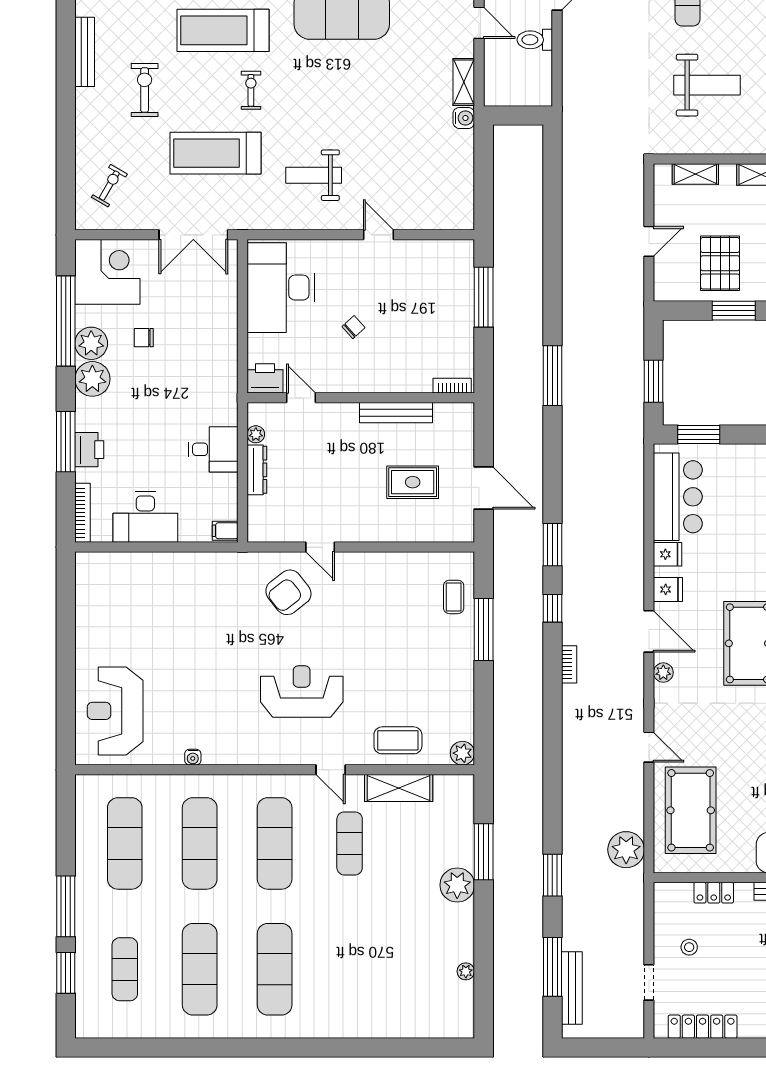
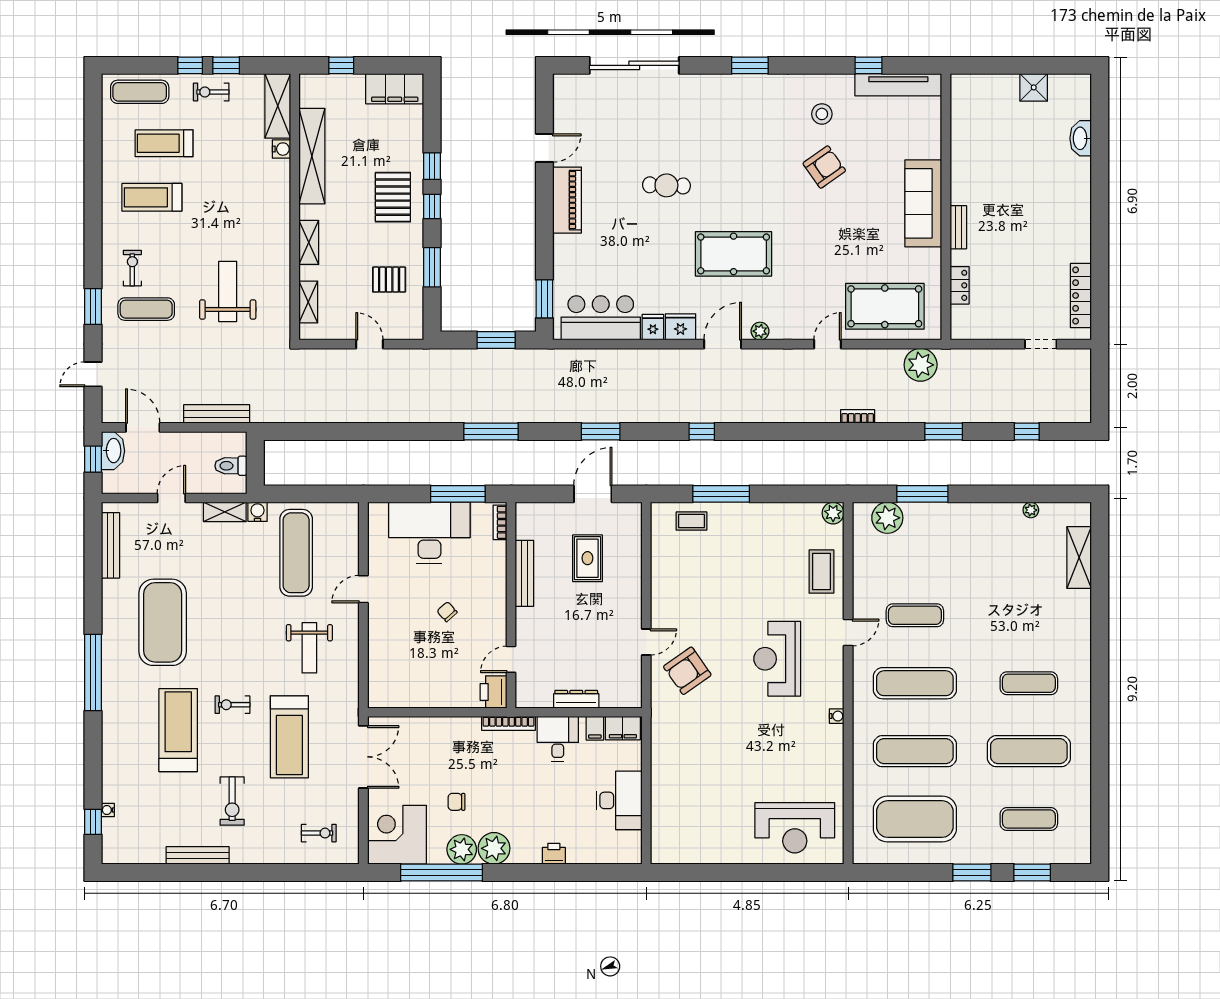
treadmill: (223, 30) -> (178, 730), turned 180
toilet: (535, 40) -> (231, 466), moved, turned 90
exercise bike: (145, 90) -> (232, 801), turned -90
exercise mat: (419, 161) -> (296, 553), added
exercise bike: (109, 186) -> (319, 833), turned 150
pallet: (720, 263) -> (389, 280), width x0.67, depth x0.71
desk: (281, 288) -> (429, 533), moved, turned 180
window: (484, 297) -> (458, 494), moved
chair: (144, 338) -> (457, 802), turned 90
plant: (256, 434) -> (544, 700), removed
window: (66, 442) -> (551, 873), removed
printer: (89, 450) -> (554, 854), width x0.73, depth x0.81
filing cabinet: (225, 490) -> (595, 728), added
bookcase: (83, 513) -> (509, 723), moved, turned 180
filing cabinet: (225, 531) -> (623, 728), width x2.00
window: (552, 545) -> (601, 432), moved
fridge: (668, 589) -> (680, 327), width x1.38
armchair: (288, 592) -> (687, 671), turned 93
bookcase: (569, 664) -> (858, 416), moved
water cooler: (193, 757) -> (837, 716), moved
shelving: (399, 788) -> (1079, 558), moved
exercise mat: (125, 843) -> (915, 819), width x1.47
plant: (457, 885) -> (887, 518), moved
window: (66, 906) -> (972, 873), width x0.69
stool: (689, 947) -> (1009, 308), removed
window: (552, 967) -> (1027, 432), width x0.46
exercise mat: (275, 969) -> (1029, 683), width x0.73, depth x0.69
bench: (572, 988) -> (217, 414), moved

